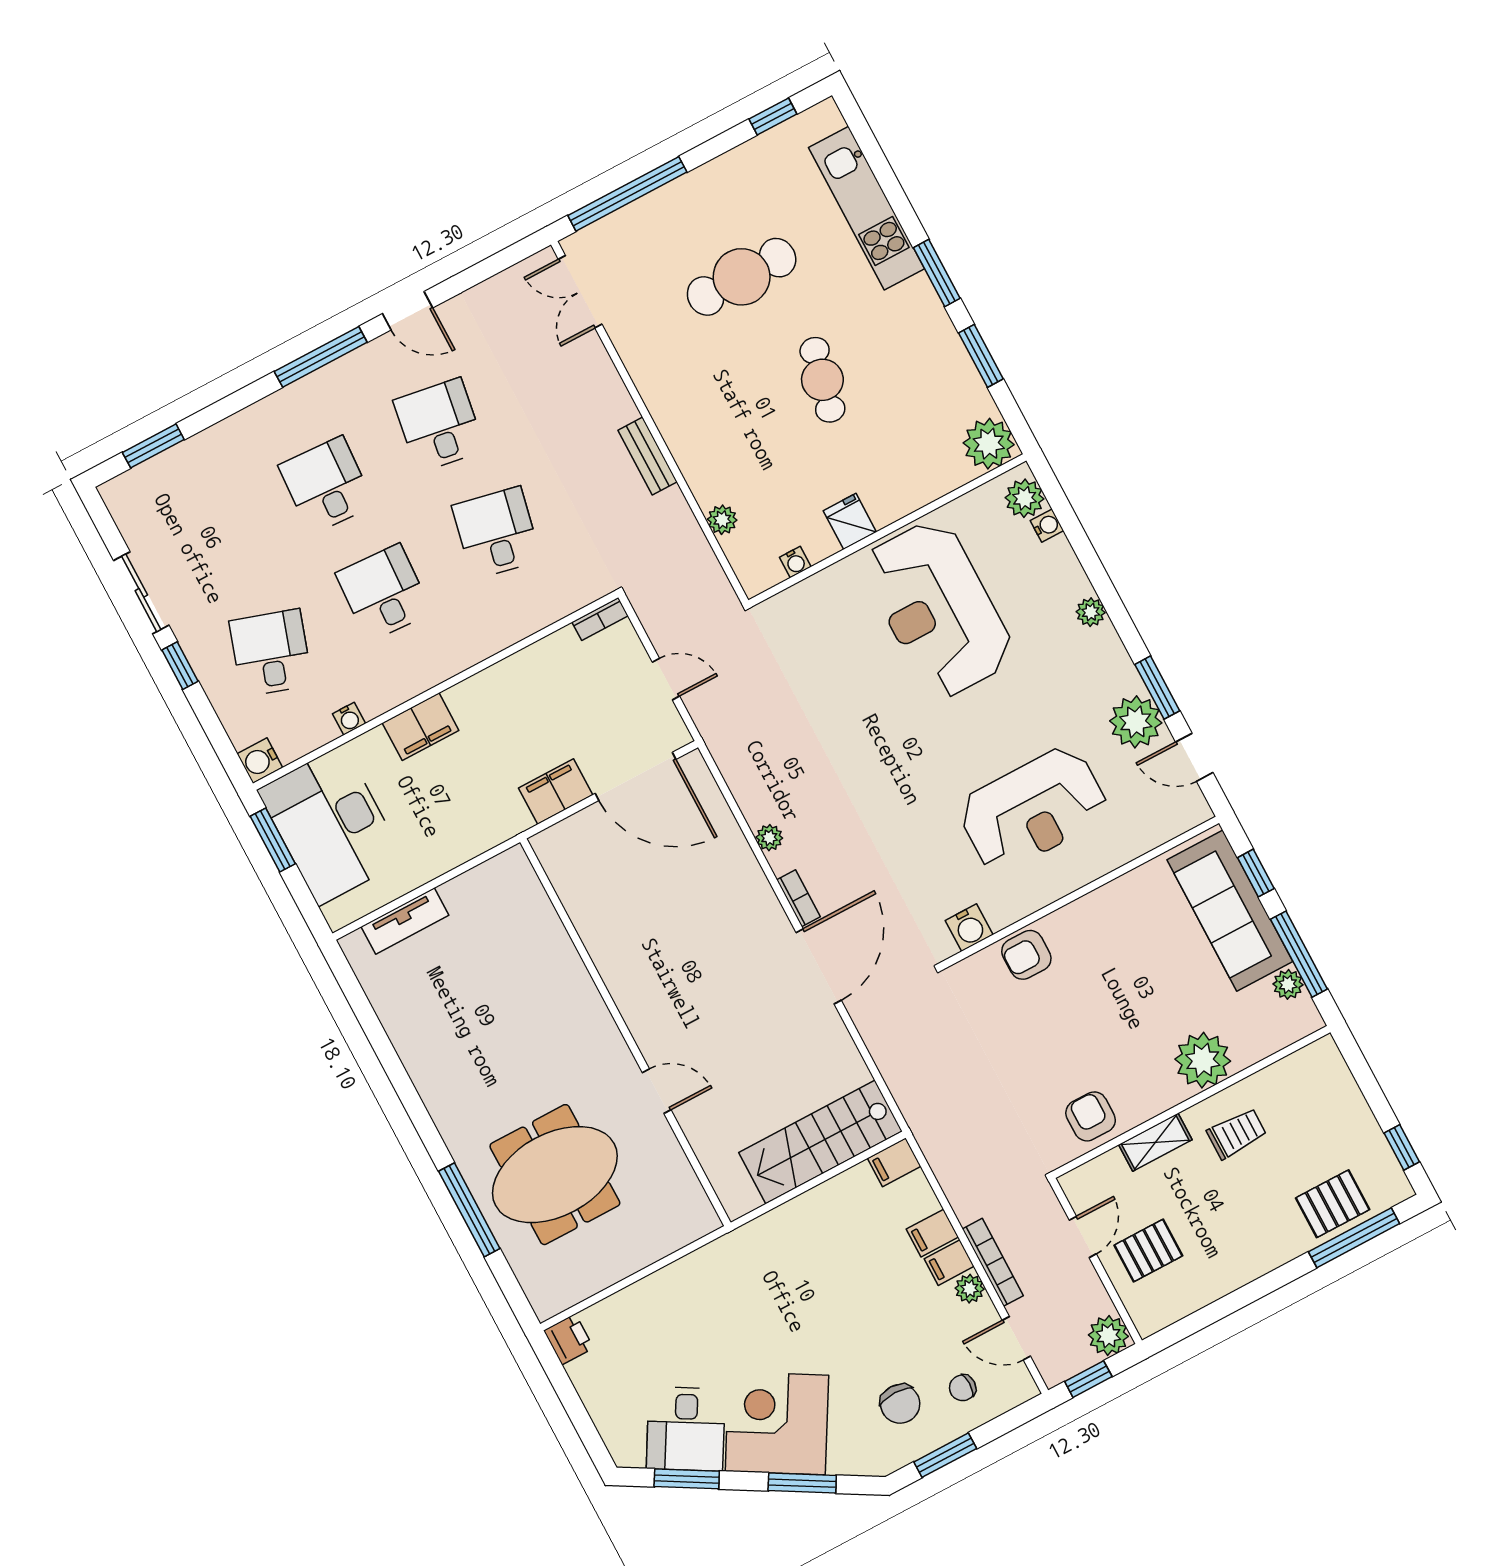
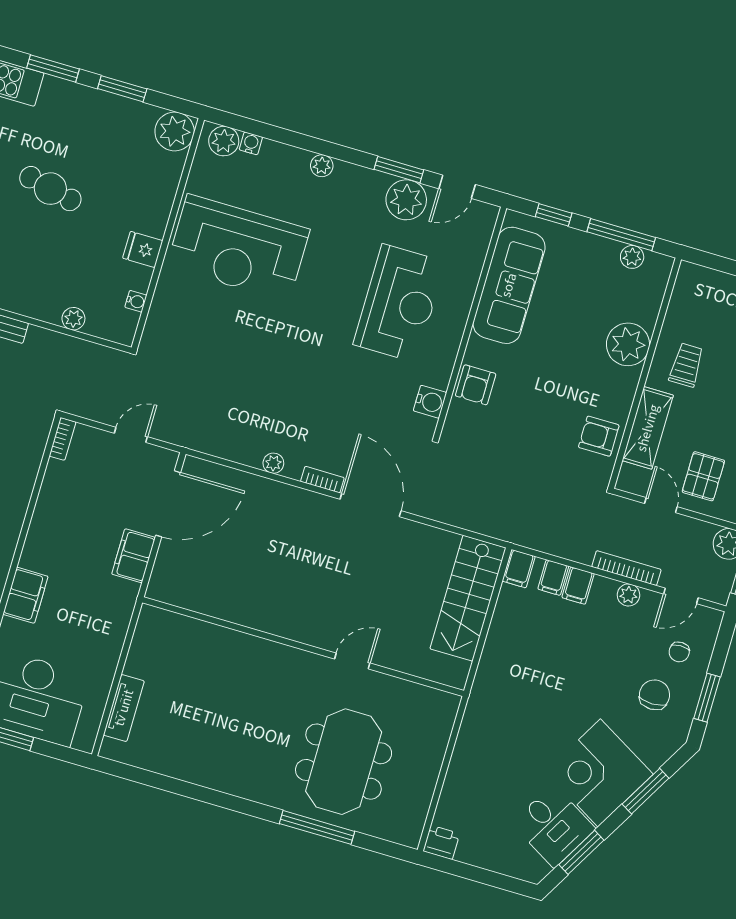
sofa: (1230, 911) -> (509, 285), moved, turned -90
shelving: (1155, 1142) -> (648, 428), width x1.50, depth x1.33
filing cabinet: (949, 1263) -> (553, 578), moved
chair: (900, 1404) -> (655, 695), turned -90

